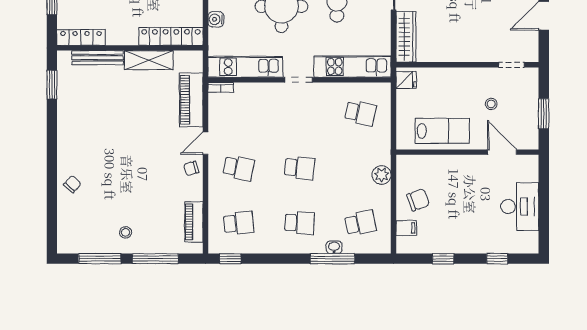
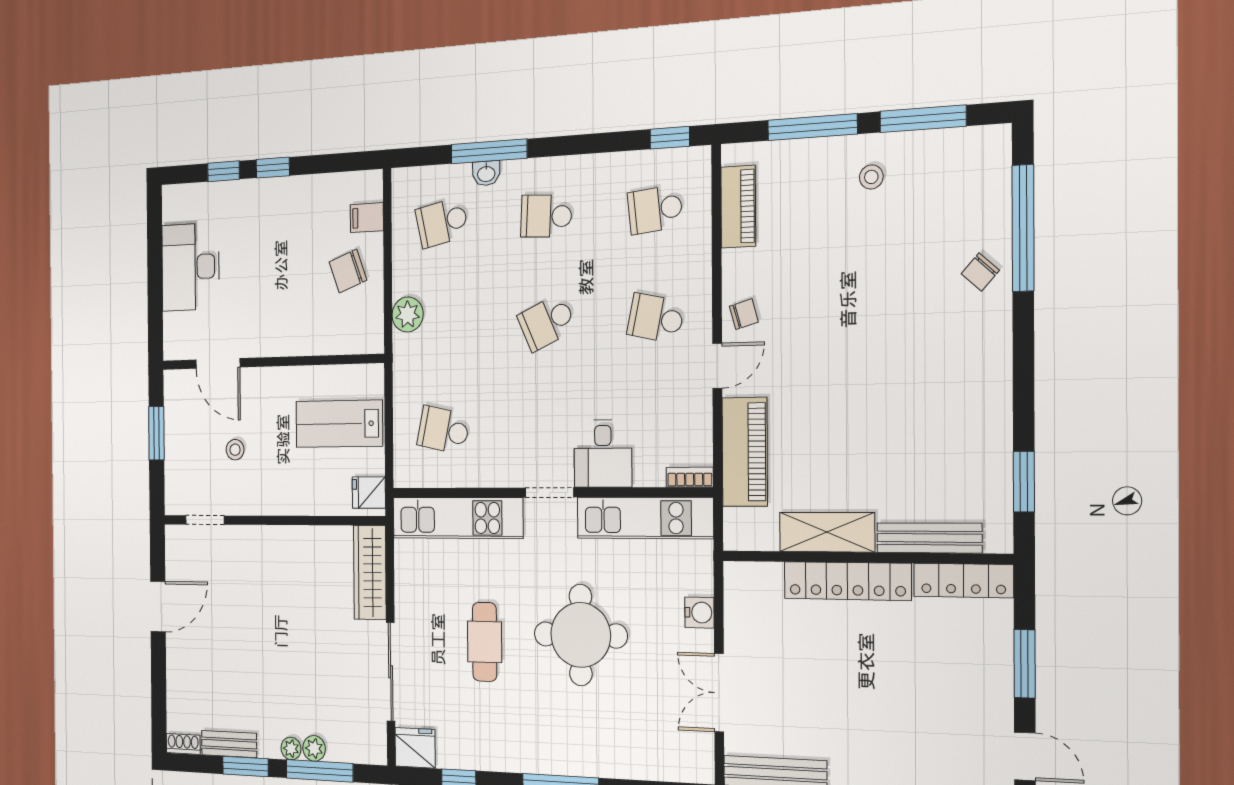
locker: (171, 36) -> (847, 581), moved
desk: (268, 100) -> (603, 454), added
lab bench: (442, 131) -> (339, 424), moved
school desk: (300, 168) -> (547, 322), turned -30
window: (52, 204) -> (1023, 228), added
window: (443, 259) -> (273, 168), moved

